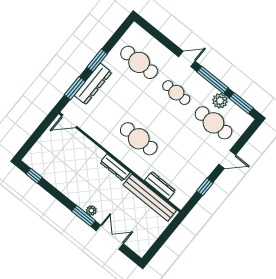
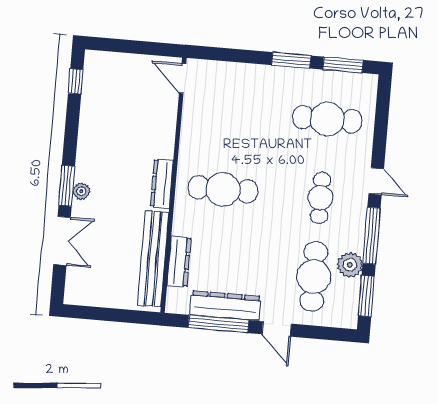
cafe table: (139, 62) -> (327, 119), turned 90
dresser: (93, 84) -> (225, 306), moved, turned 180
window: (75, 88) -> (343, 65), moved
cafe table: (139, 139) -> (223, 189), turned 90
window: (205, 187) -> (218, 324), width x2.17

